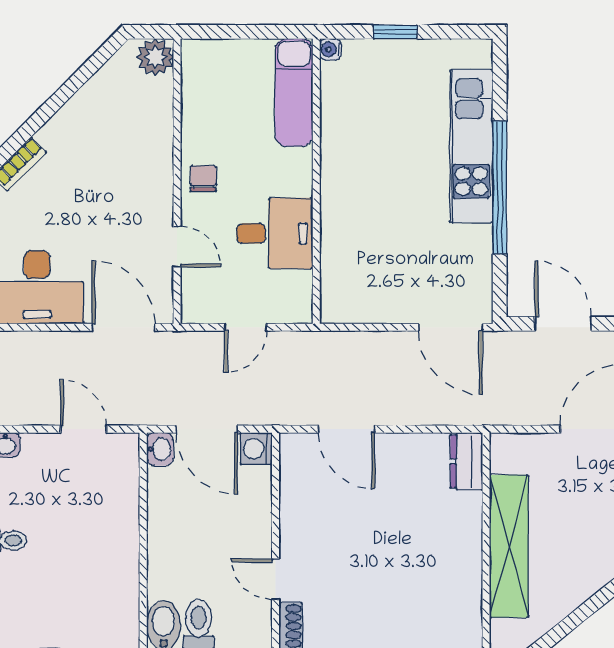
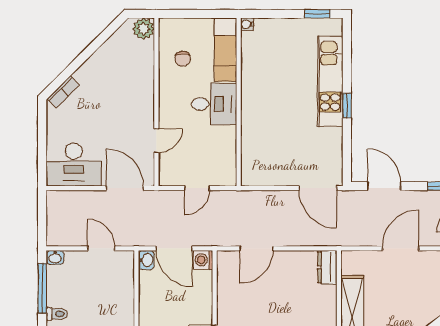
window: (395, 32) -> (317, 14), moved
chair: (203, 179) -> (183, 59), moved, turned 180
window: (500, 187) -> (347, 106), width x0.32
desk: (275, 233) -> (214, 104), moved
door: (177, 247) -> (156, 141), hinge flipped
door: (346, 429) -> (256, 248), hinge flipped

